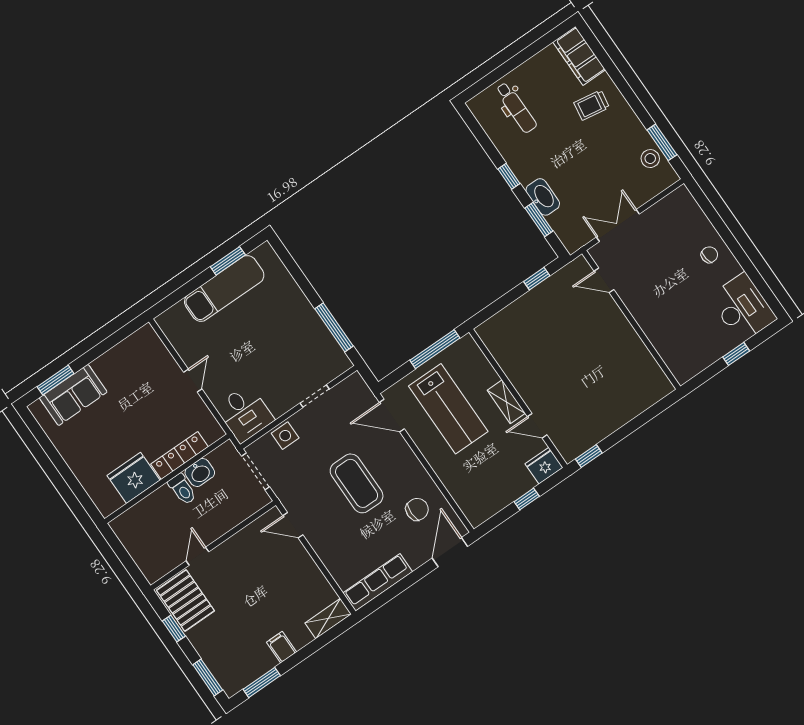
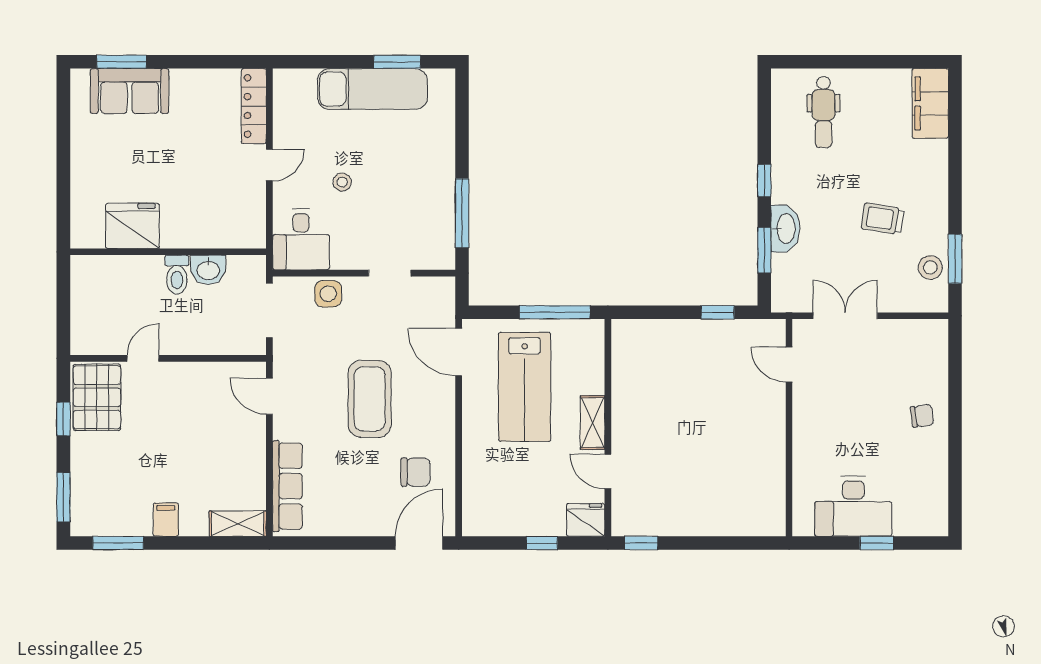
trolley: (592, 105) -> (883, 219), moved
desk: (743, 308) -> (853, 506), moved, turned 90
stool: (246, 360) -> (342, 182), added
locker: (180, 455) -> (254, 106), moved, turned -90
row of seats: (378, 582) -> (287, 486), moved, turned 90

